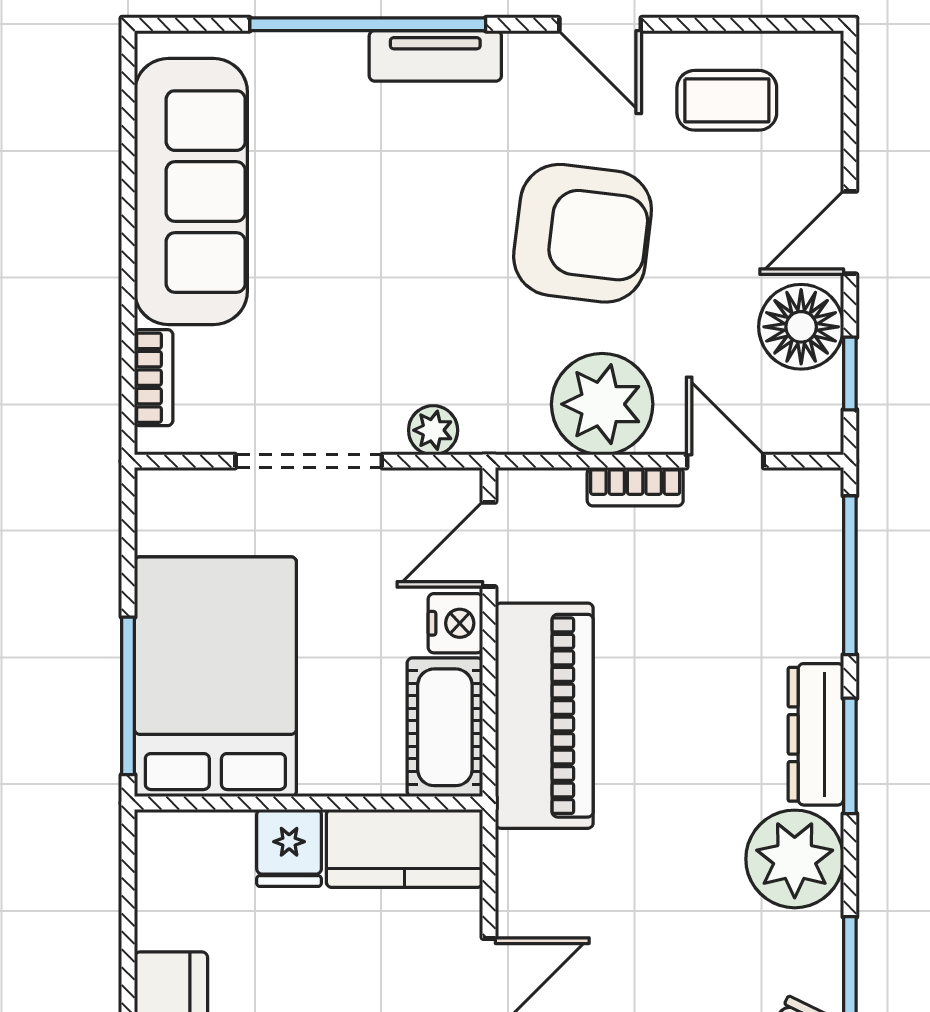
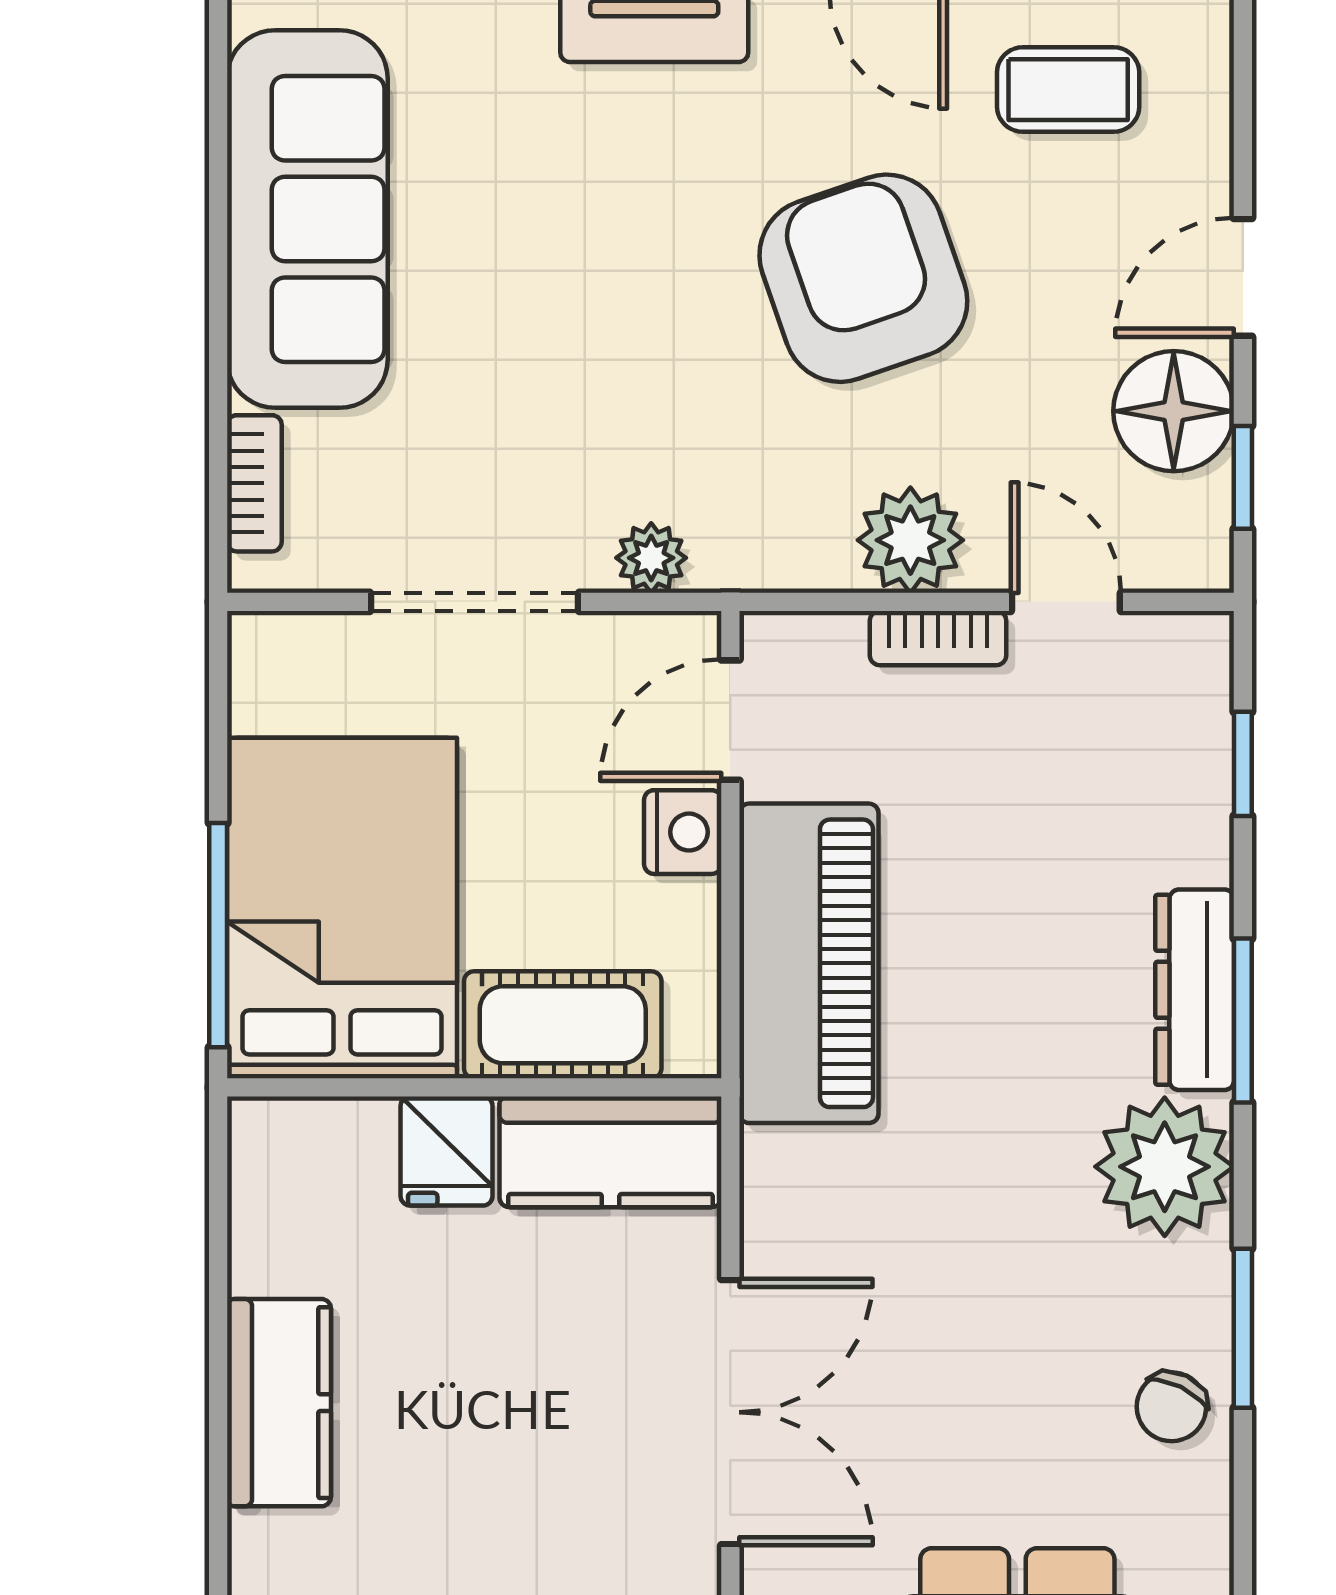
armchair: (583, 233) -> (863, 278), turned -116
plant: (602, 404) -> (910, 540), width x0.73, depth x0.73
window: (850, 575) -> (1243, 764), width x0.46
cot: (445, 727) -> (563, 1025), moved, turned 90

